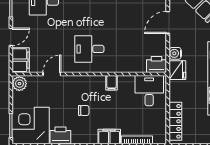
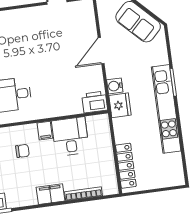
desk: (149, 91) -> (70, 137), moved
chair: (84, 110) -> (22, 151), moved

